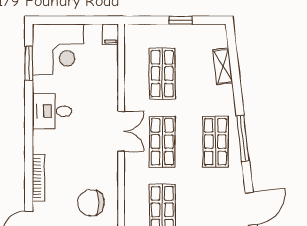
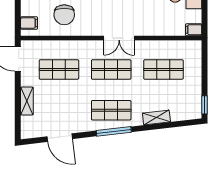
window: (181, 20) -> (205, 105), moved
shelving: (223, 66) -> (156, 118), moved
chair: (91, 203) -> (64, 15), turned 180

